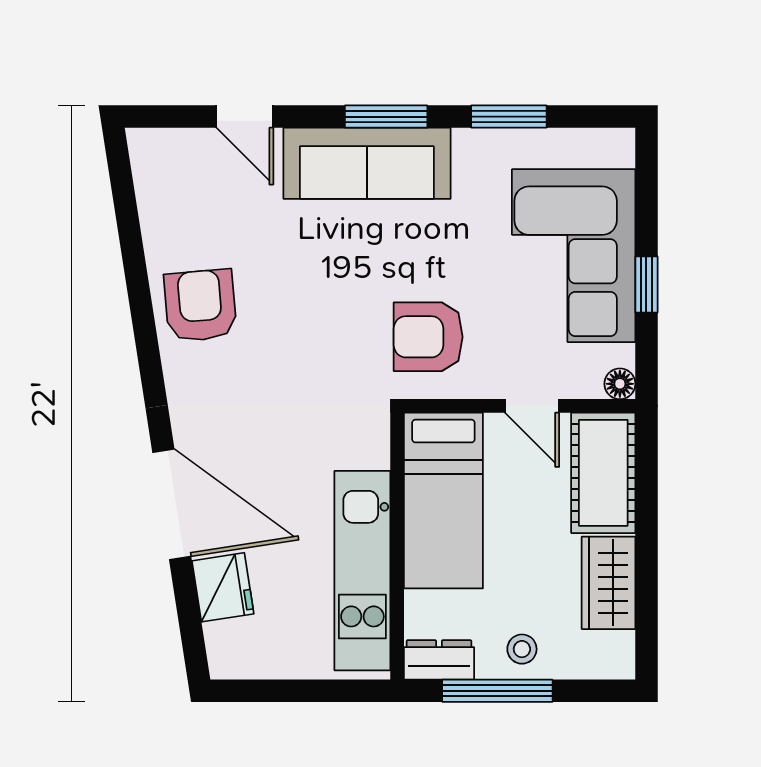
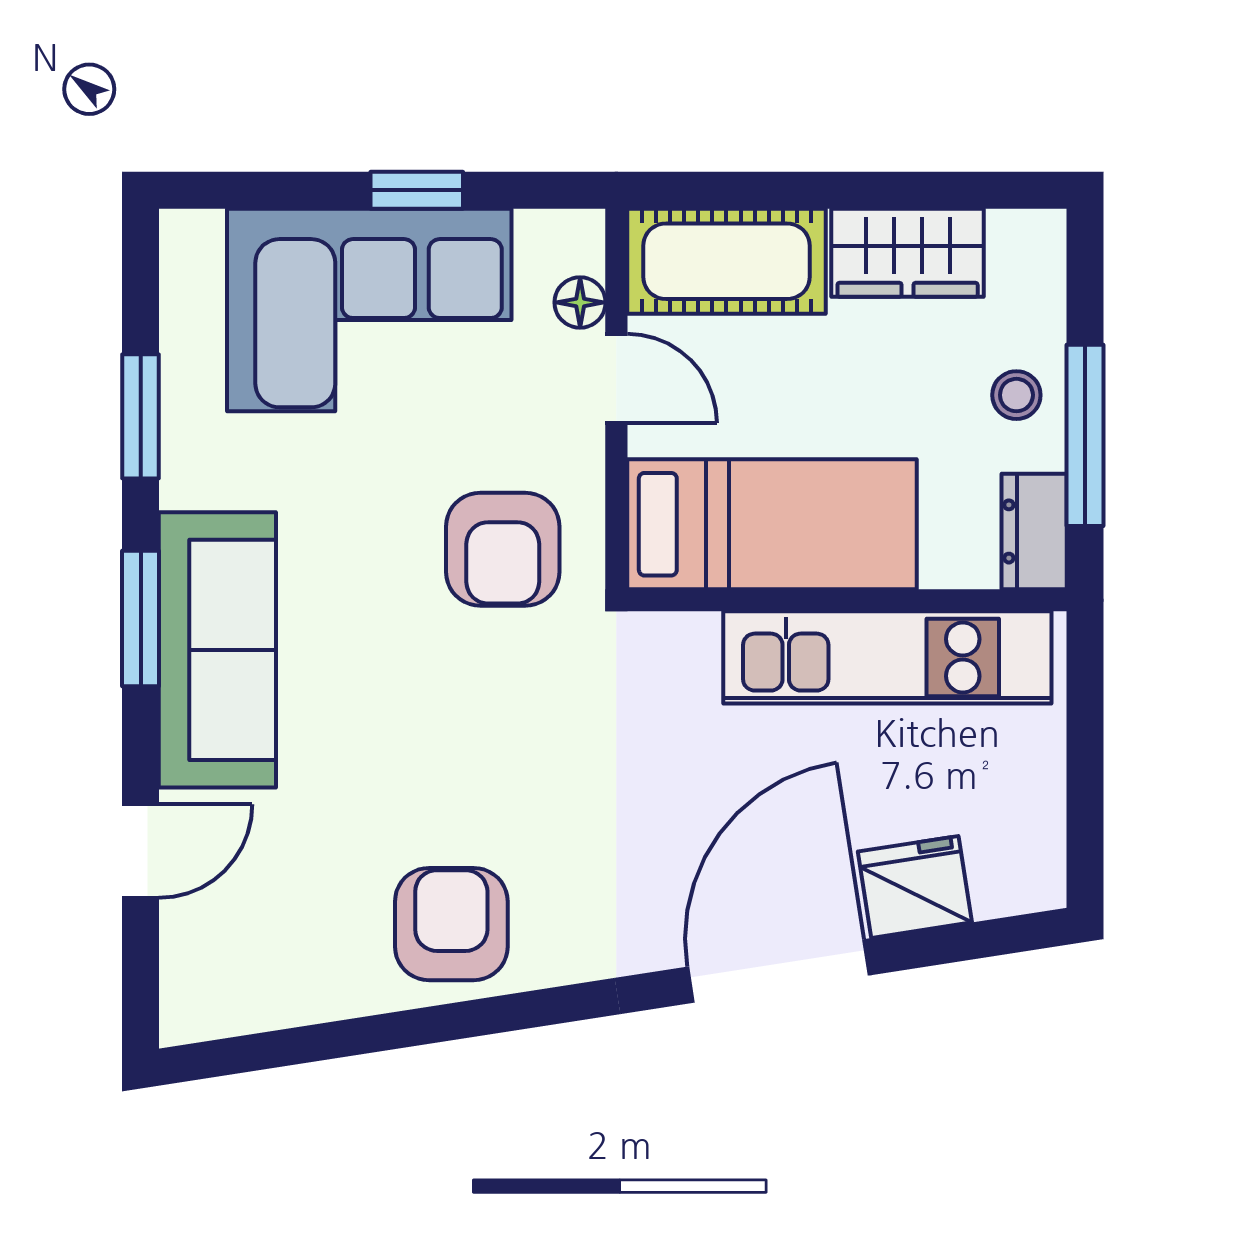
armchair: (200, 305) -> (451, 924), turned 95
floor lamp: (620, 384) -> (580, 302), moved
door: (532, 406) -> (616, 378), hinge flipped

